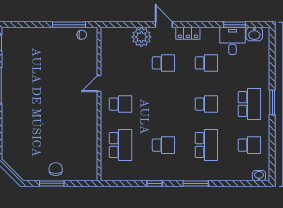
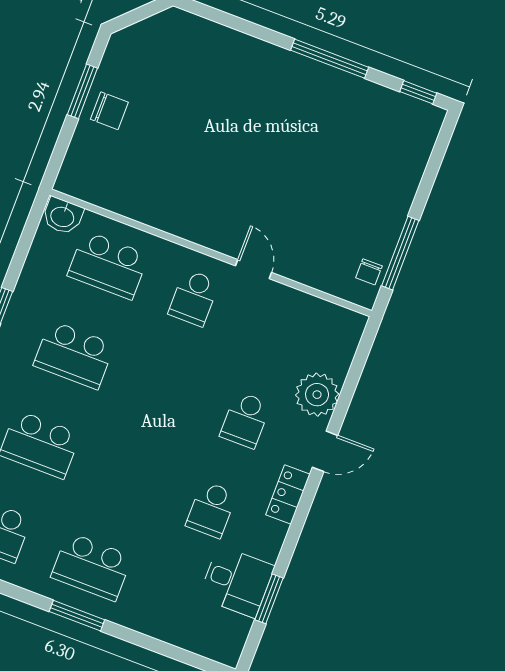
washbasin: (254, 34) -> (63, 216), moved, turned -90
school desk: (206, 104) -> (126, 477), removed
school desk: (163, 145) -> (74, 355), width x1.85

